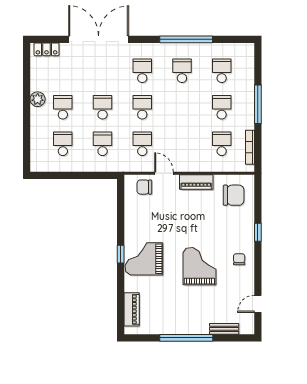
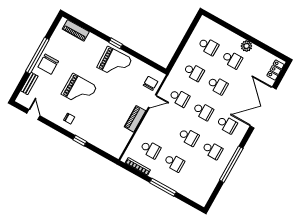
double door: (99, 39) -> (263, 107), swing flipped
school desk: (222, 71) -> (189, 137), moved
chair: (234, 195) -> (48, 64), moved
grand piano: (144, 259) -> (115, 63), moved, turned 88

